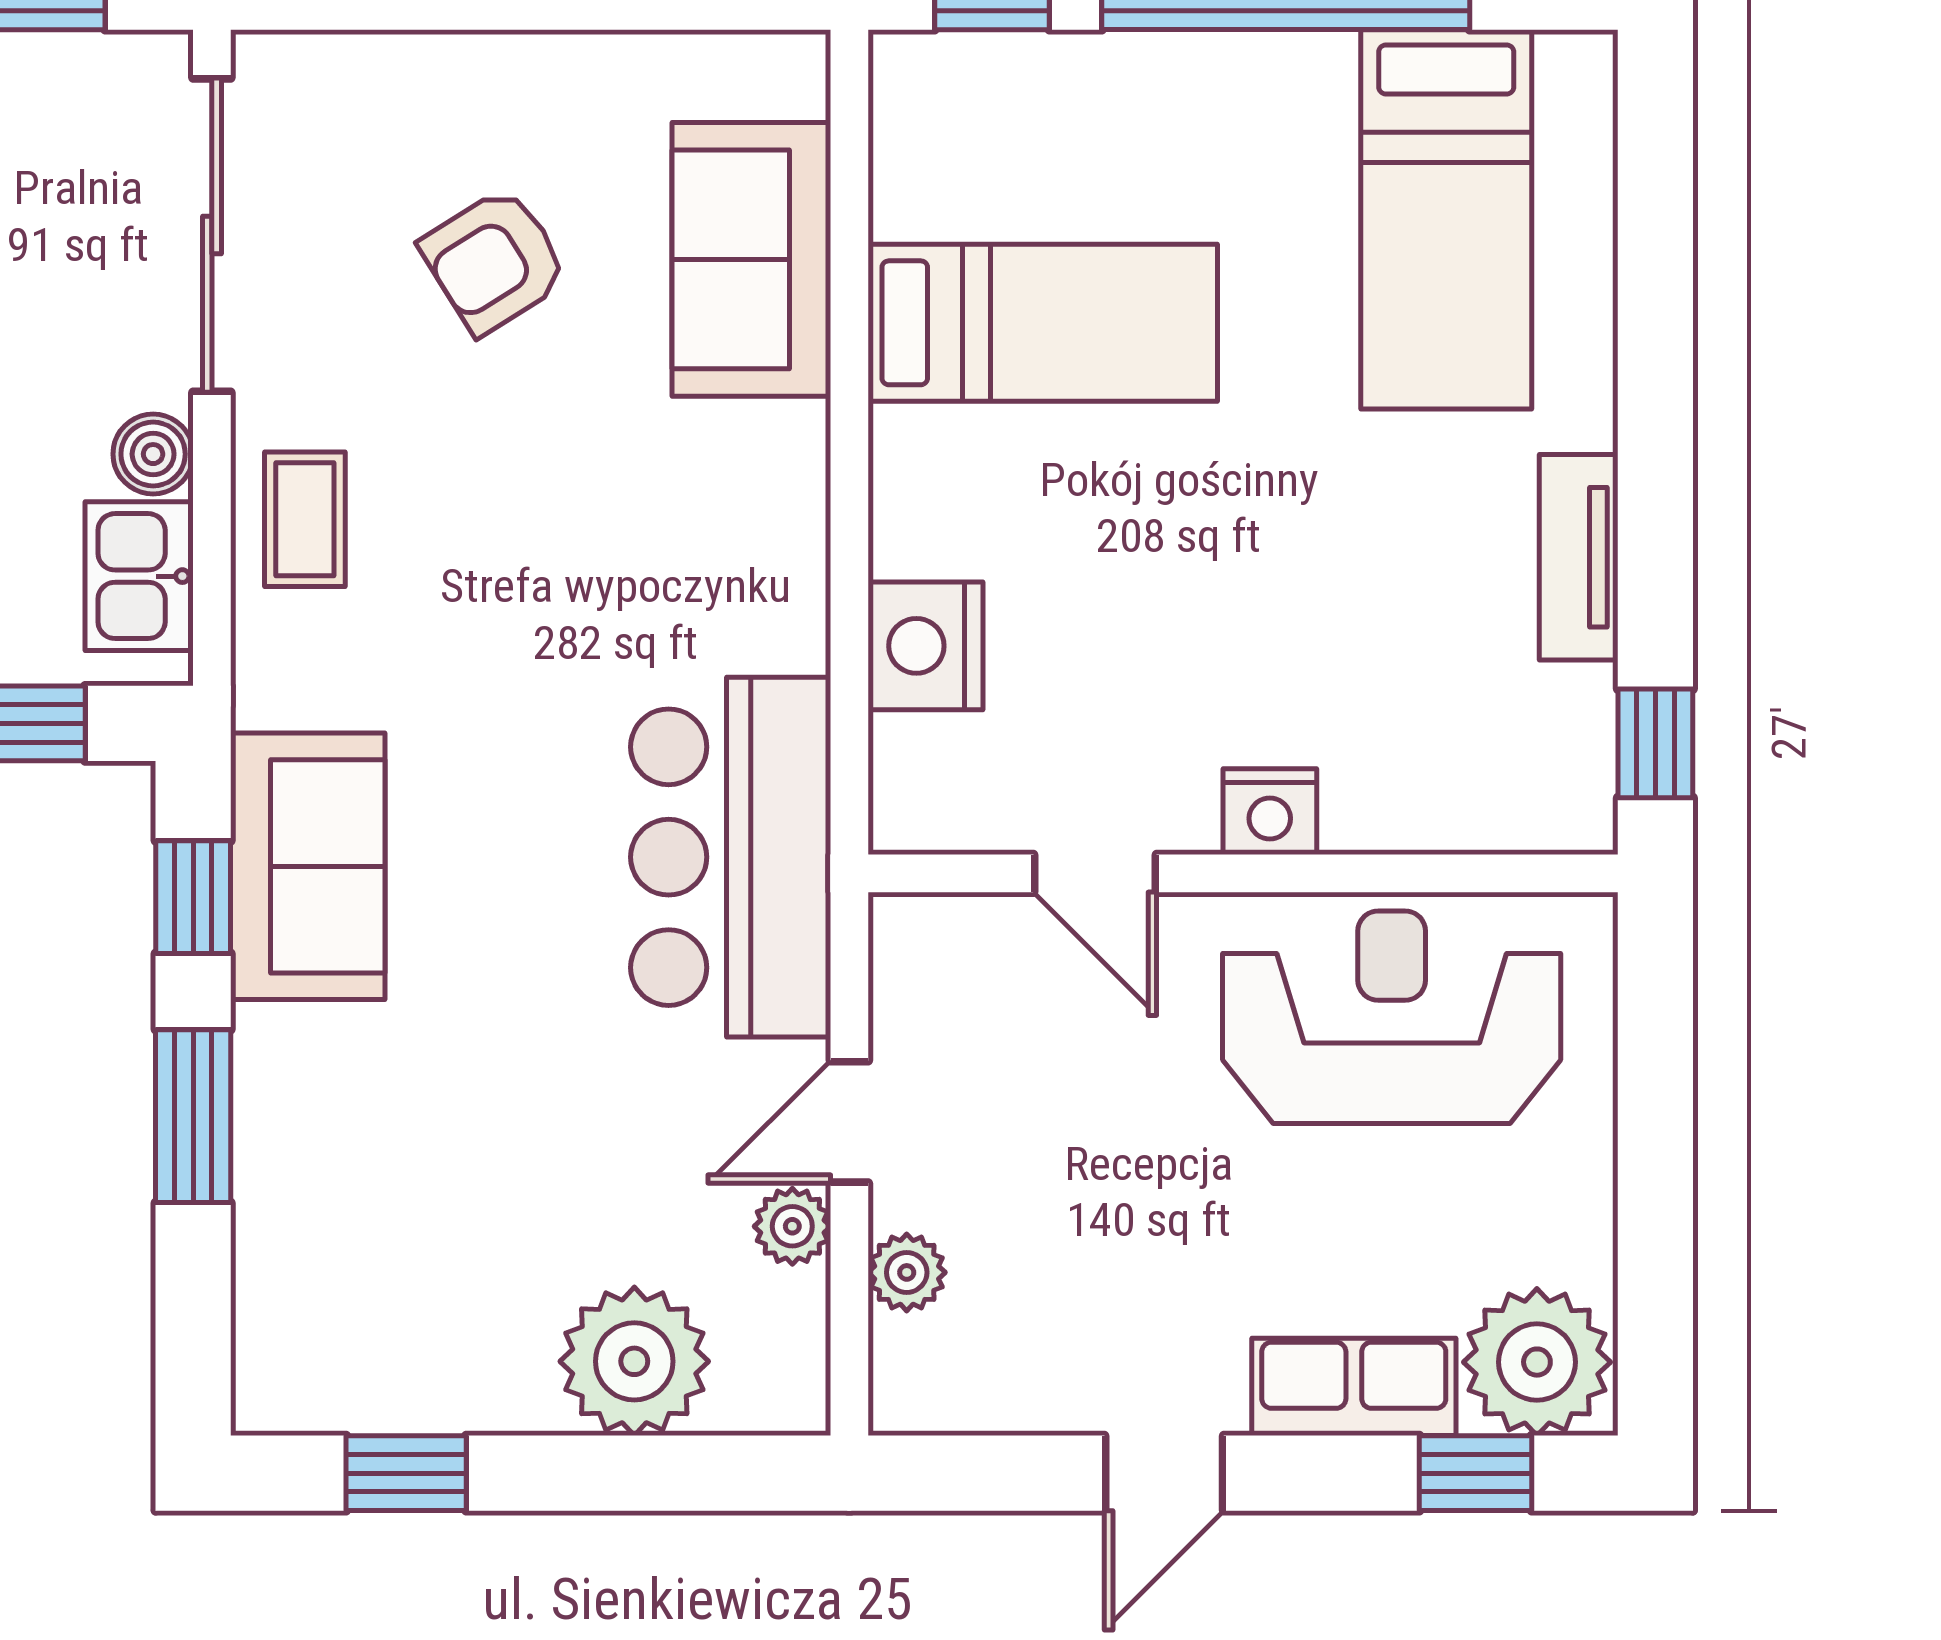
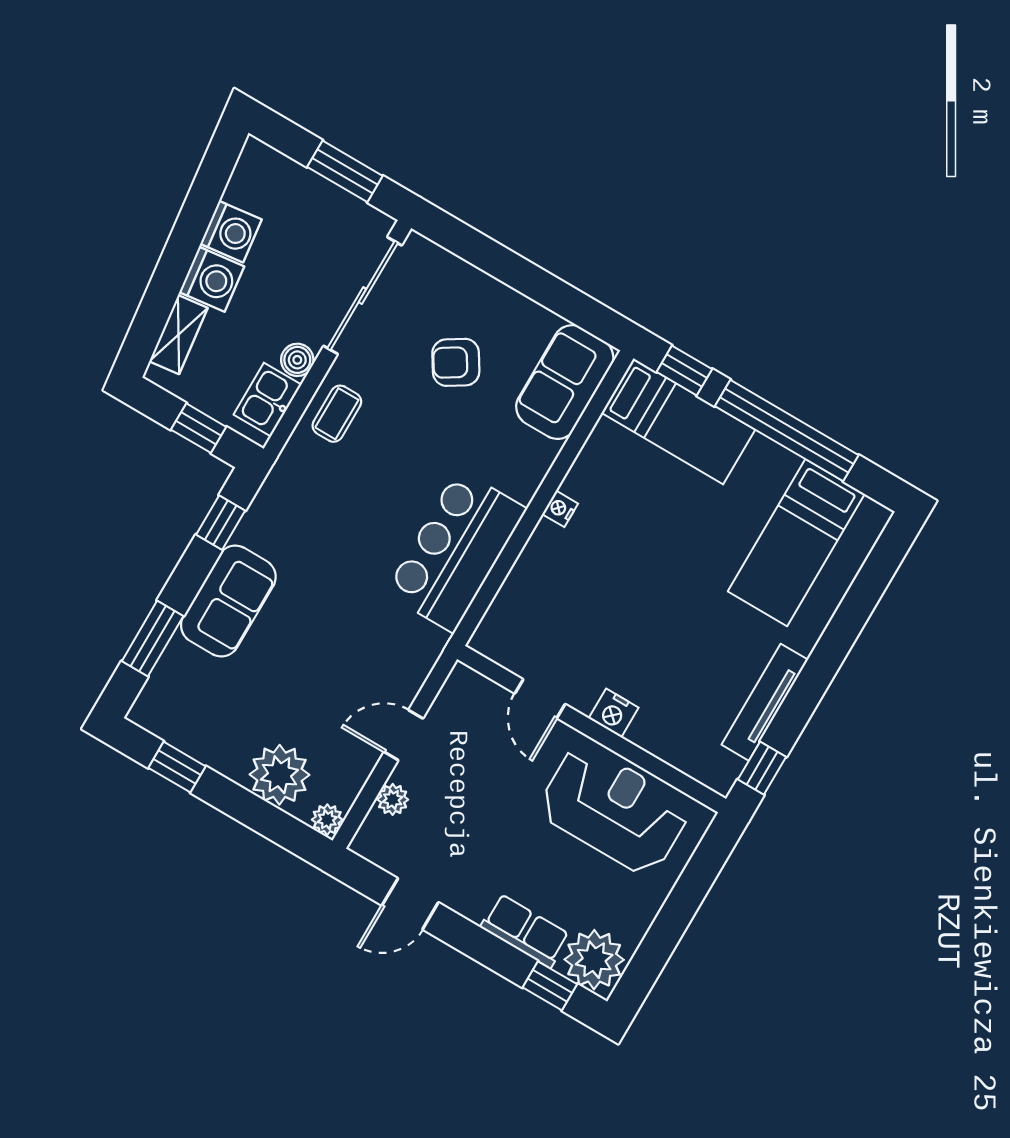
sofa: (751, 259) -> (565, 382), moved
bed: (1043, 323) -> (678, 421), moved
tv unit: (1579, 557) -> (765, 702), width x1.41
nightstand: (926, 646) -> (560, 509), moved, width x0.53, depth x0.56
bar counter: (731, 857) -> (456, 551), moved
sofa: (308, 866) -> (228, 601), moved
window: (193, 1116) -> (153, 639), moved
plant: (792, 1226) -> (327, 820), moved
door: (1164, 1473) -> (410, 904), moved

